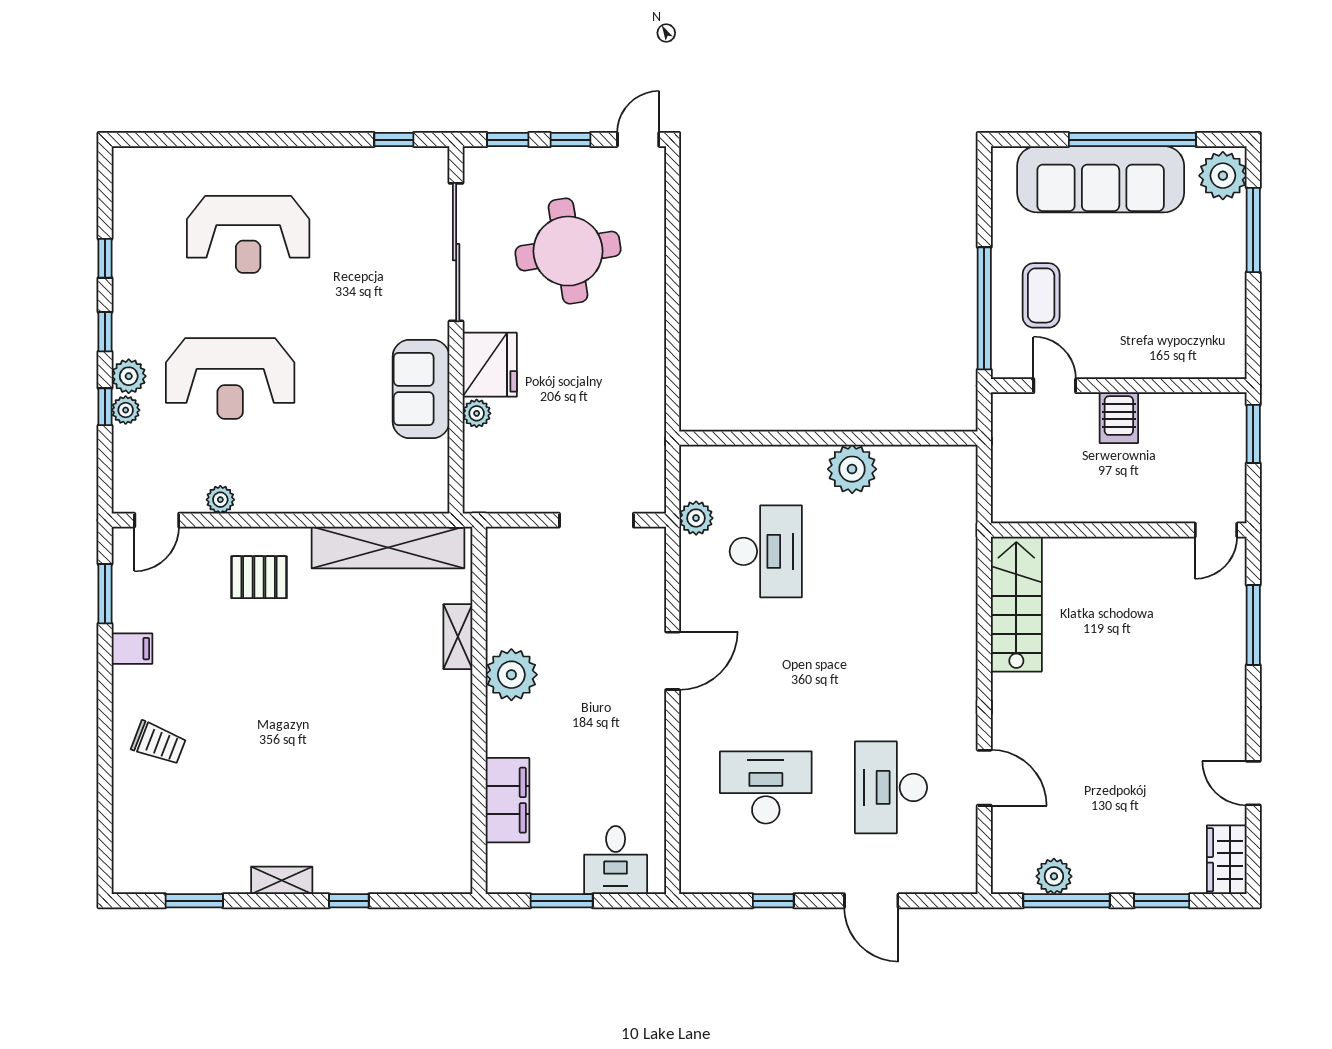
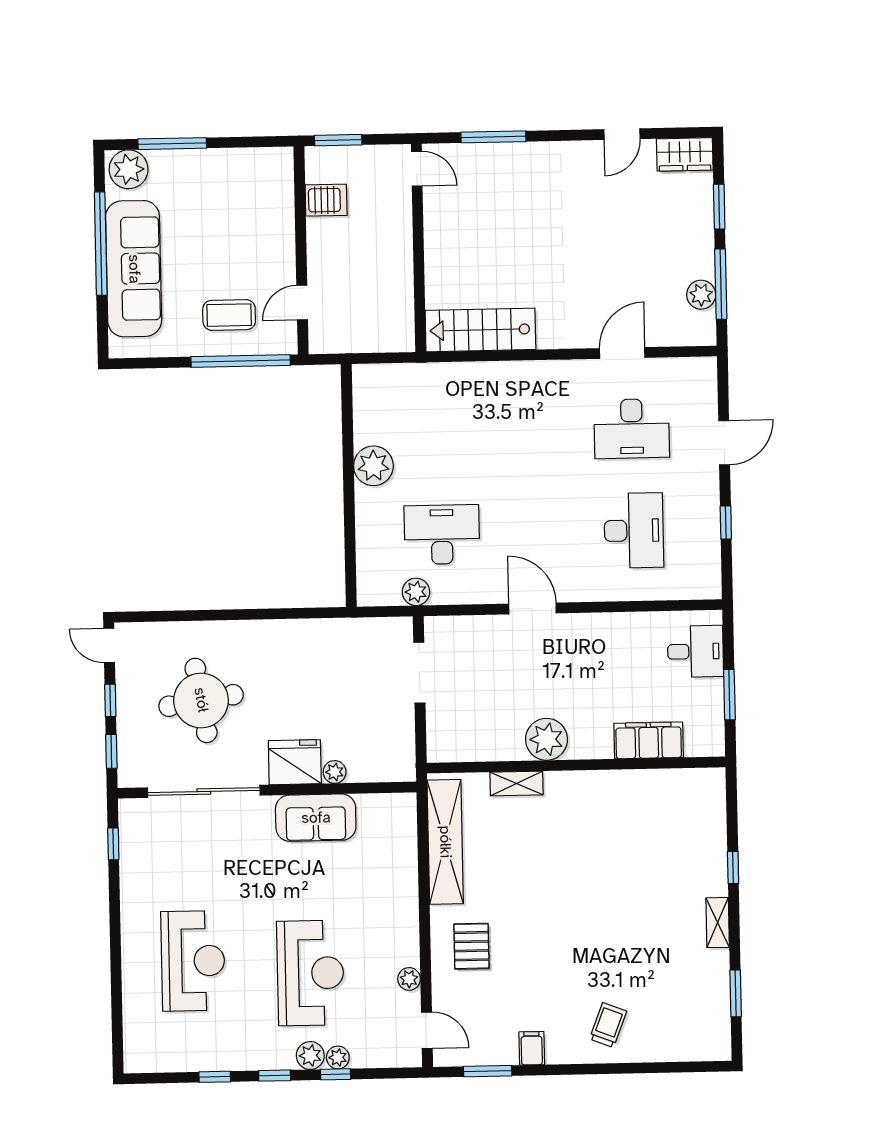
server rack: (1119, 418) -> (326, 200), moved
desk: (766, 787) -> (634, 530), turned 180

